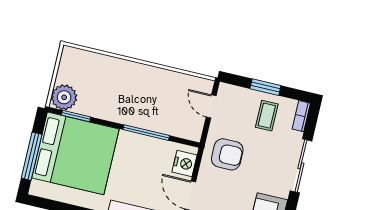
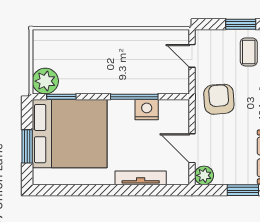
armchair: (227, 154) -> (219, 99), turned -94
window: (32, 156) -> (27, 146), width x0.69
nightstand: (185, 164) -> (147, 110), moved, turned -90

